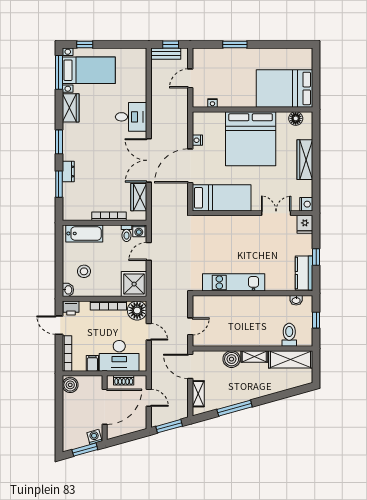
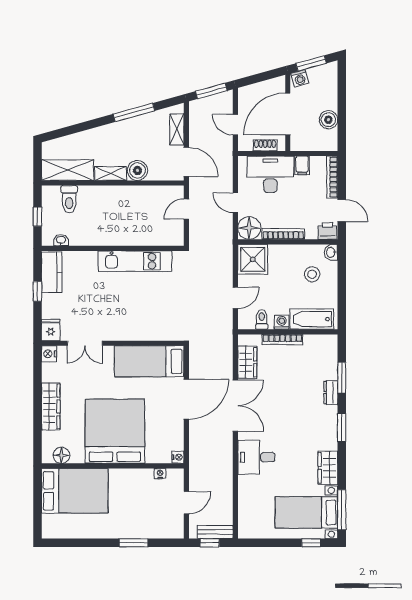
nightstand: (197, 140) -> (178, 457), moved
washing machine: (139, 231) -> (282, 322), moved
boiler: (70, 385) -> (328, 120), moved

